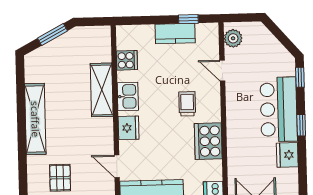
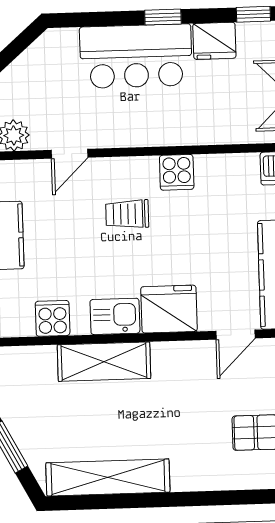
window: (300, 77) -> (253, 14), moved
shelving: (35, 119) -> (108, 477), moved
fridge: (129, 128) -> (169, 309), width x1.36, depth x1.34
cooker: (208, 141) -> (177, 172), width x0.53, depth x0.76

